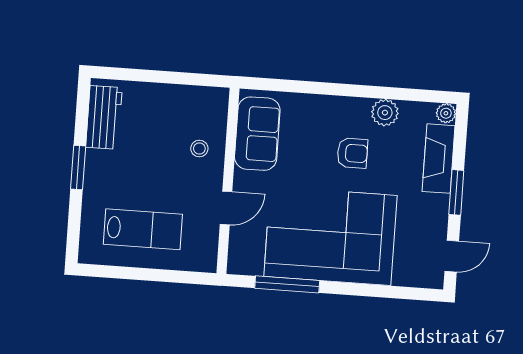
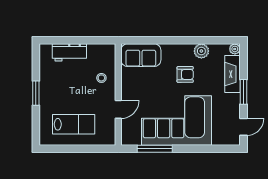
workbench: (104, 117) -> (69, 52), moved, turned 90
sofa: (257, 134) -> (141, 55), moved, turned 90

